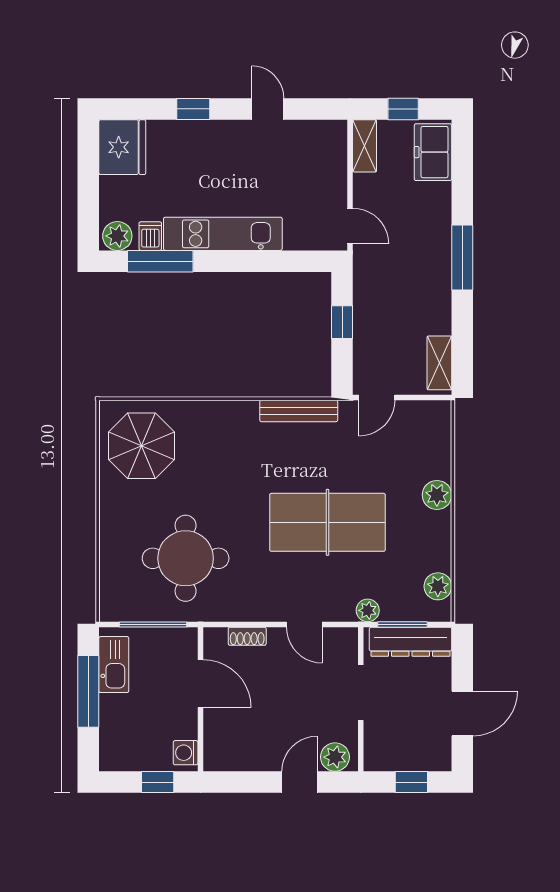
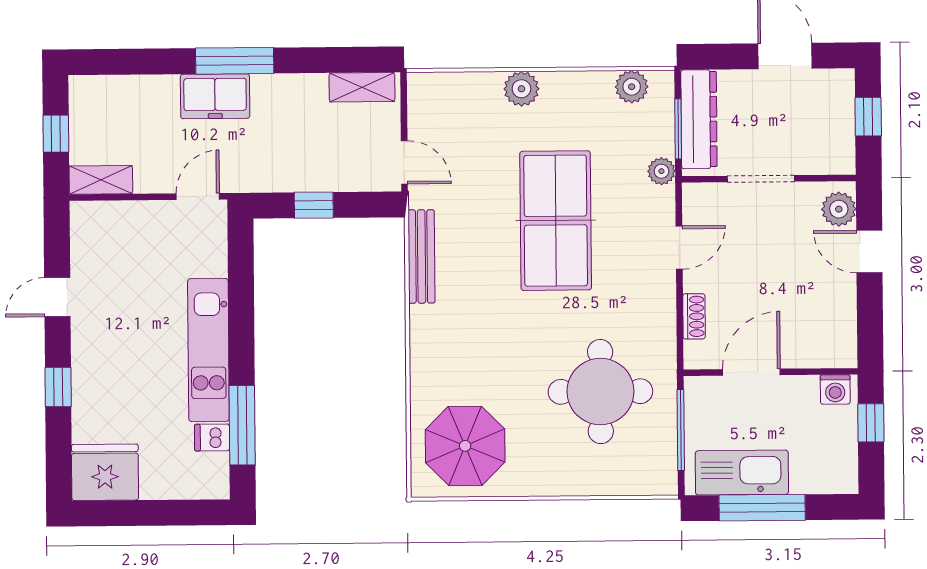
freezer: (433, 152) -> (215, 96), moved
plant: (117, 236) -> (212, 477), removed
kitchen sink: (114, 665) -> (742, 473), width x1.36, depth x1.24

